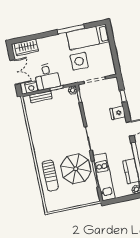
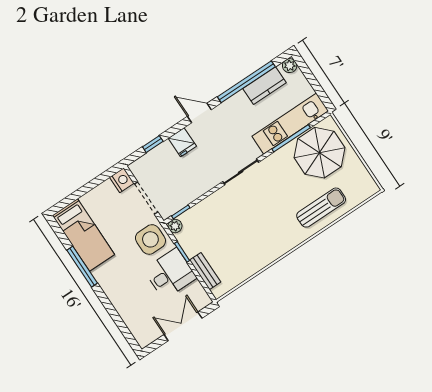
wardrobe: (26, 47) -> (138, 324), removed
side table: (79, 61) -> (150, 239), moved
nightstand: (31, 87) -> (122, 180), moved
parasol: (76, 169) -> (320, 153), moved

